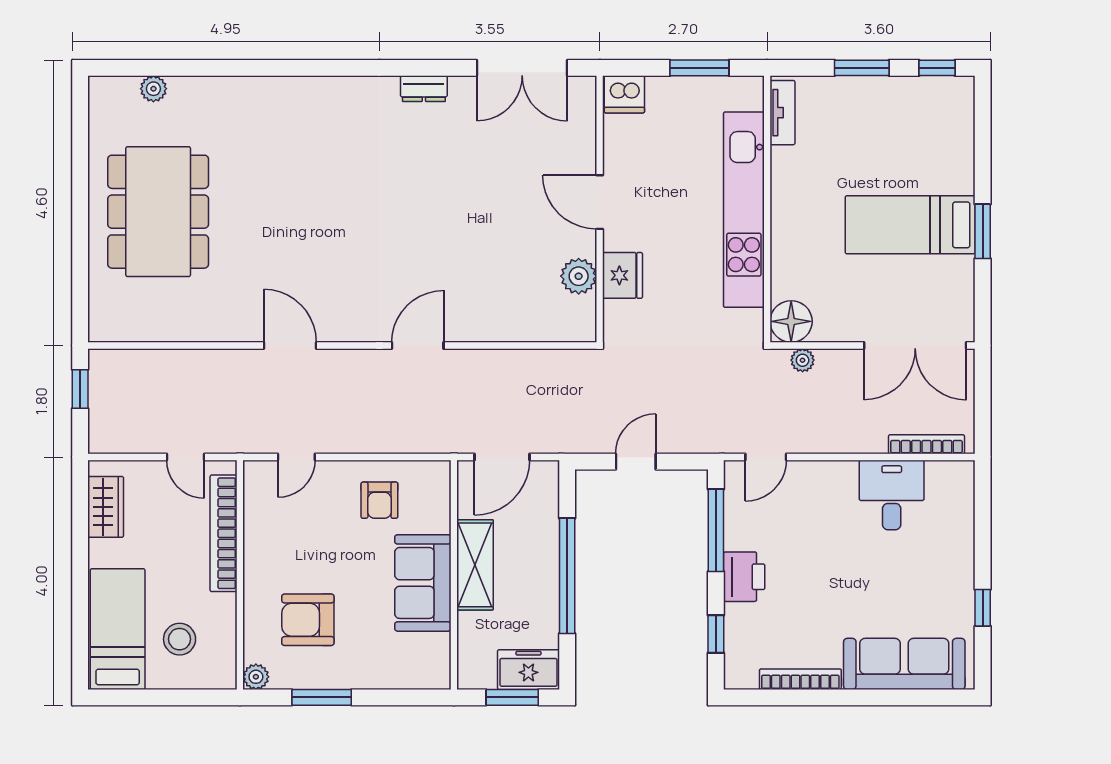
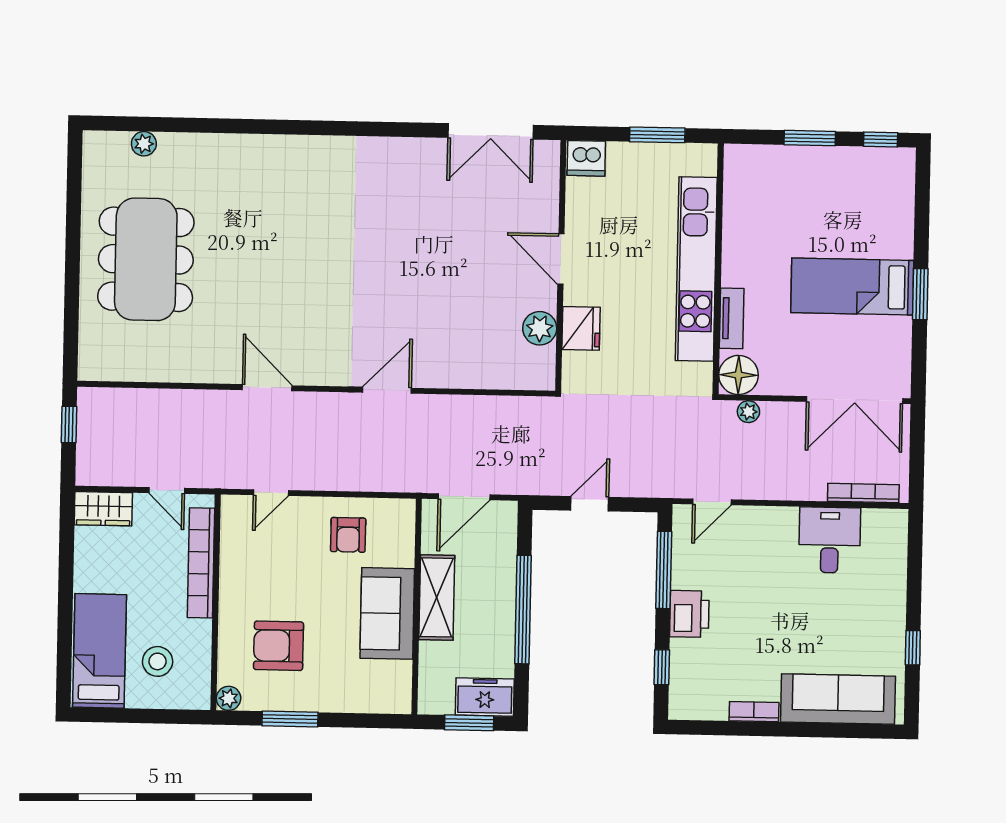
dresser: (424, 89) -> (398, 149), removed
tv unit: (783, 113) -> (732, 318), moved
wardrobe: (106, 507) -> (103, 509), moved, turned 90
bookcase: (800, 679) -> (754, 712), width x0.64

